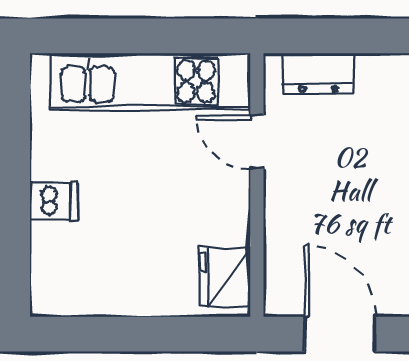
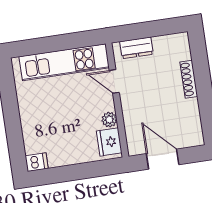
dishwasher: (54, 201) -> (37, 162), moved
plant: (233, 227) -> (109, 120), added

